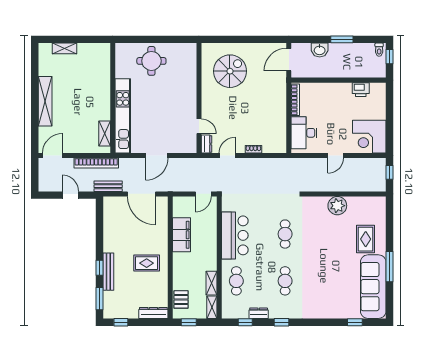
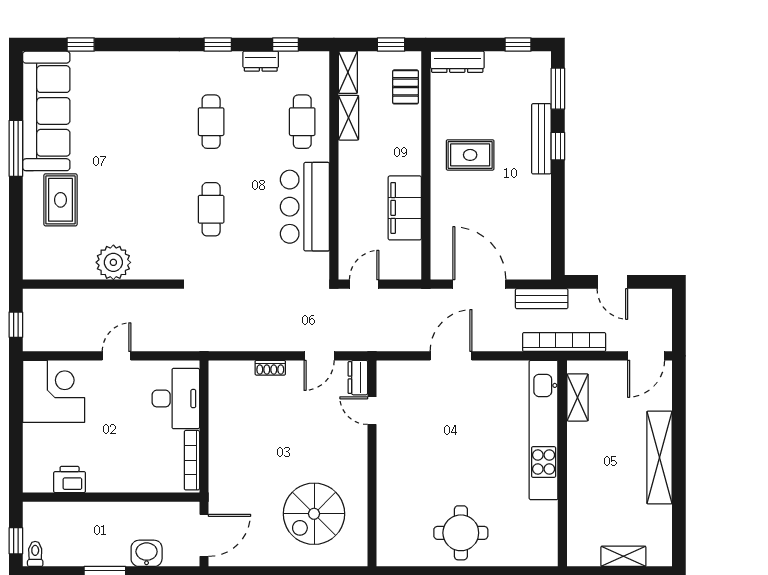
wall: (113, 98) -> (562, 463), moved
kitchen unit: (123, 116) -> (544, 430), moved
shelving: (105, 133) -> (578, 397), moved

